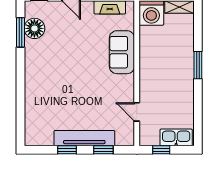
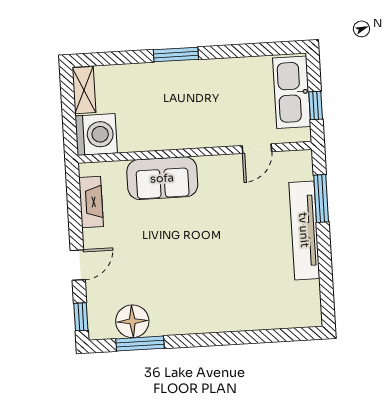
kitchen sink: (176, 137) -> (292, 92), width x1.36, depth x1.24
window: (67, 150) -> (325, 257), removed
window: (103, 150) -> (321, 199), width x1.50

